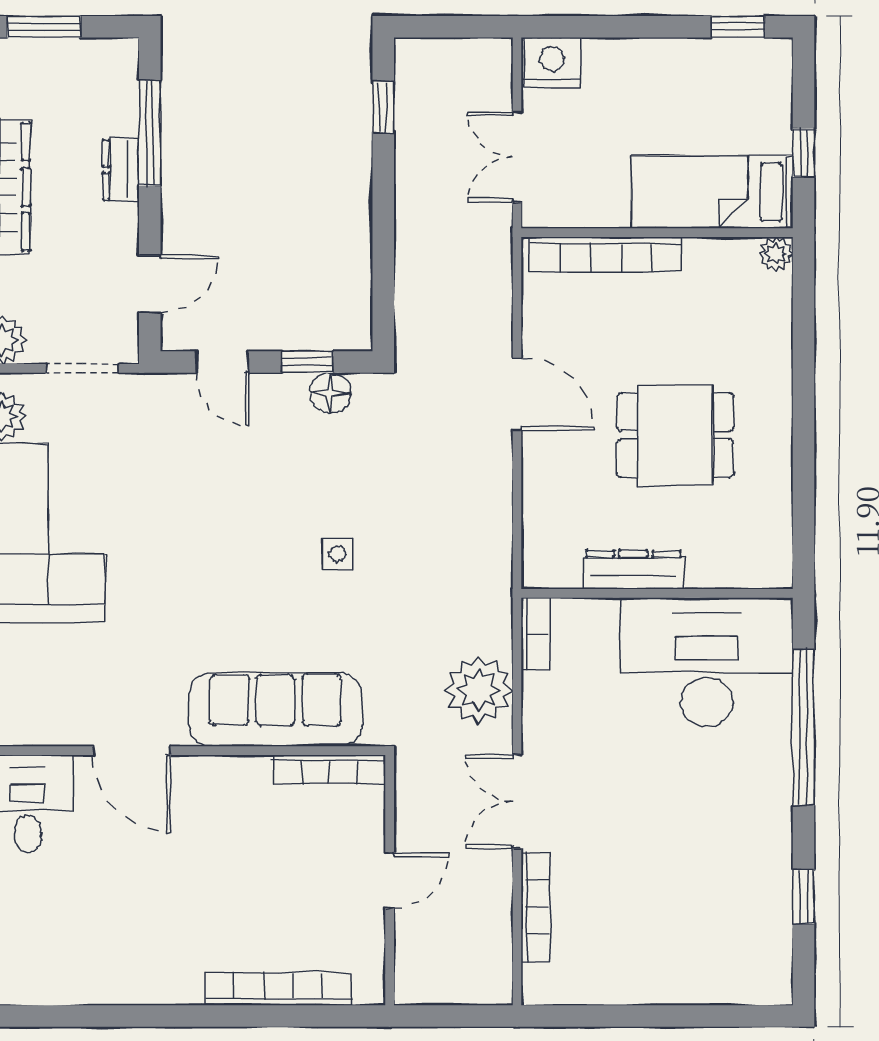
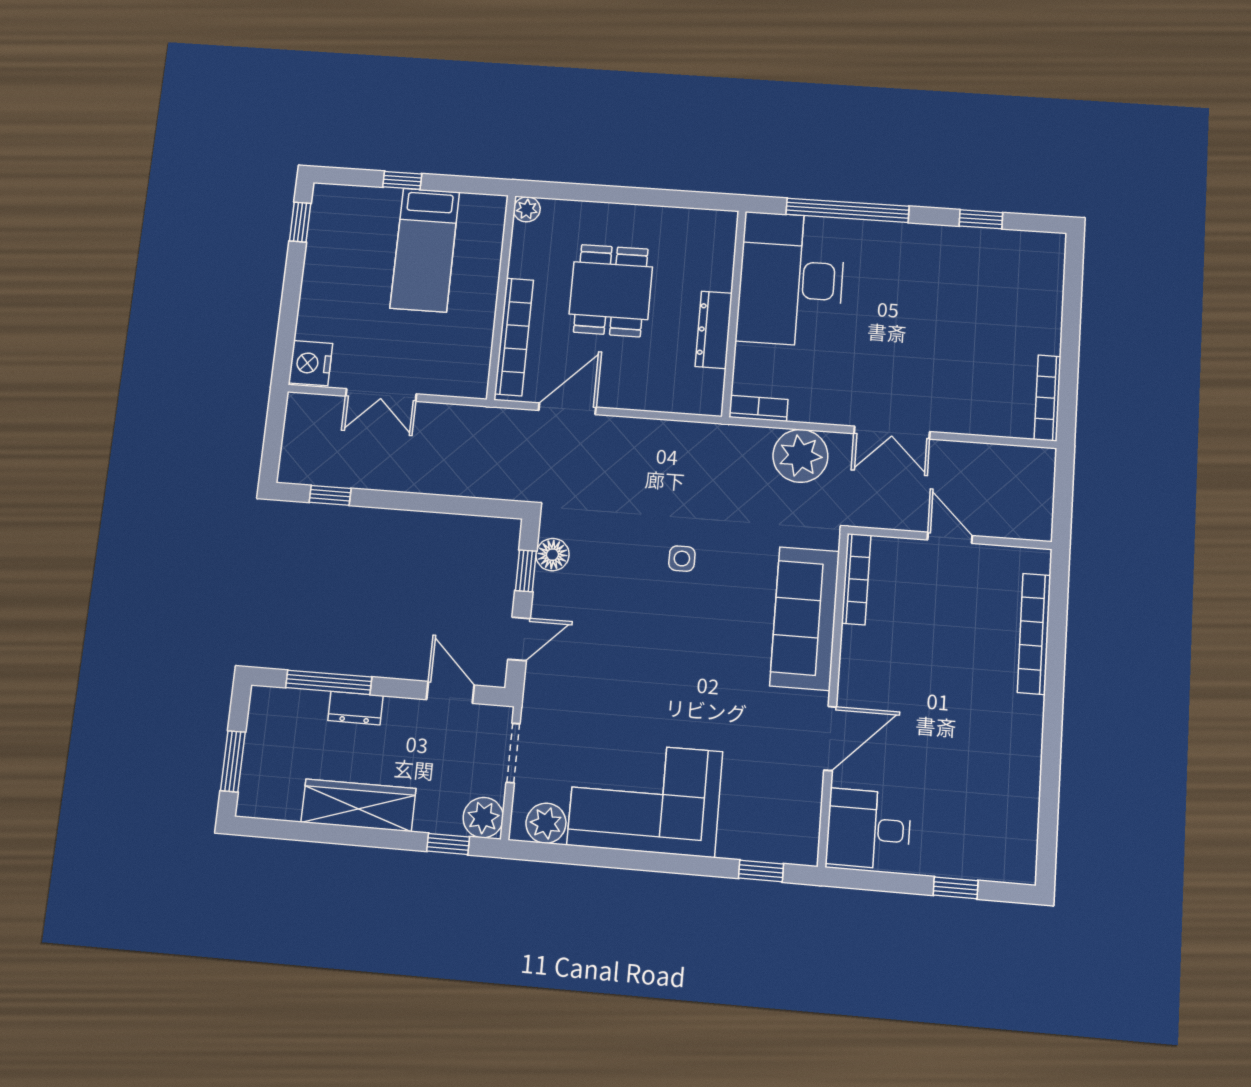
wall: (657, 233) -> (501, 297), moved
bookcase: (606, 254) -> (514, 337), moved
plant: (776, 254) -> (527, 209), moved
bookcase: (535, 907) -> (1048, 398), moved, turned -90

